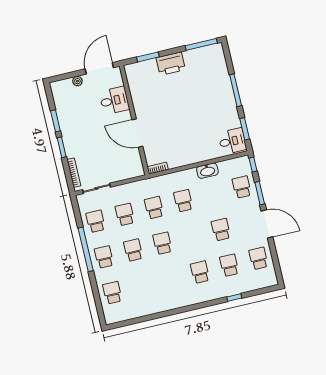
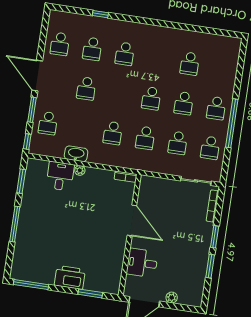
desk: (232, 141) -> (60, 176), moved, turned 90
plant: (199, 158) -> (80, 170), added
school desk: (112, 293) -> (190, 64), moved

